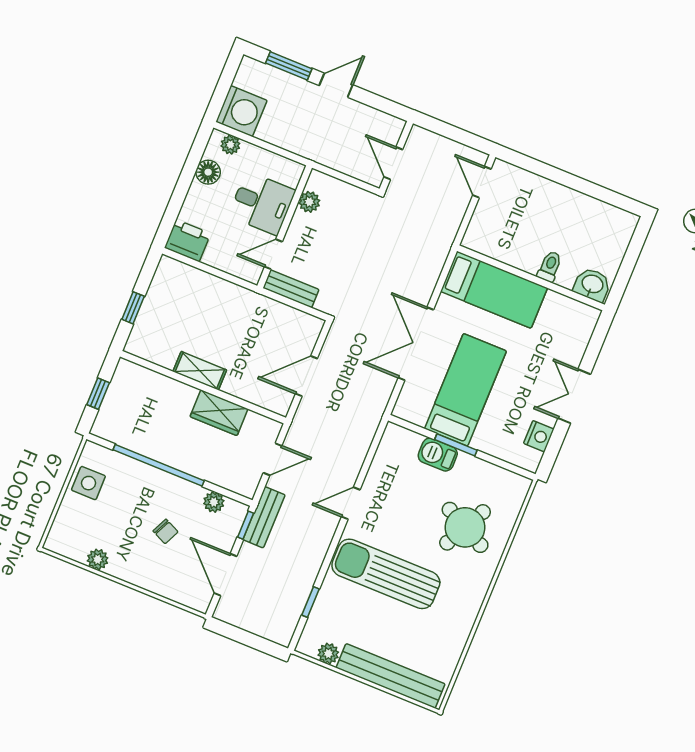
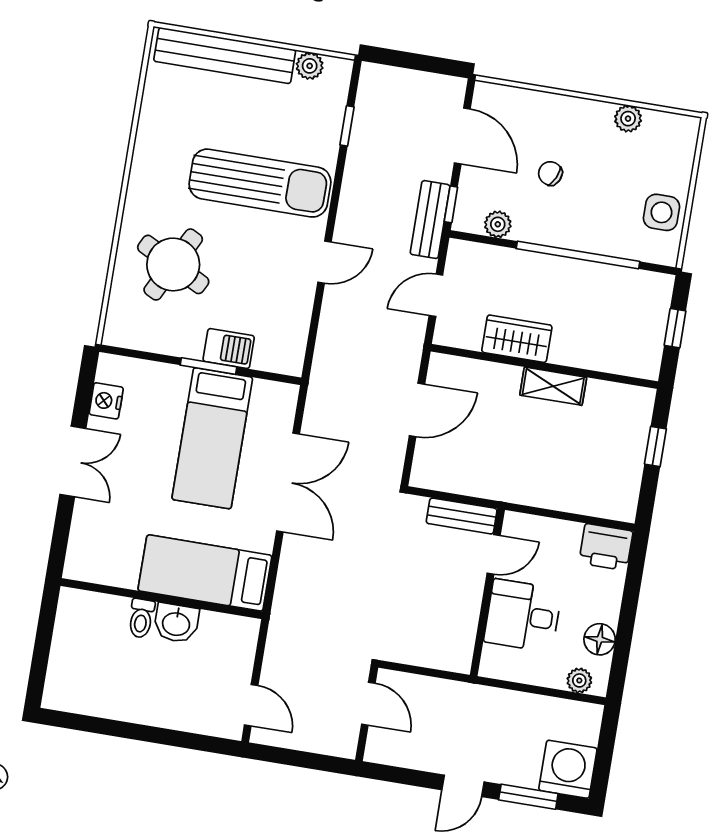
washing machine: (241, 111) -> (568, 769), moved, turned 90
plant: (309, 202) -> (463, 631), removed
washbasin: (592, 285) -> (176, 623), moved

